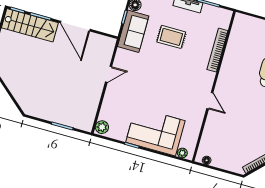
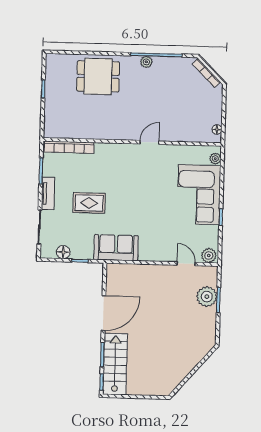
sofa: (133, 31) -> (116, 248), moved
rug: (171, 37) -> (89, 203), turned 90
bookcase: (217, 50) -> (69, 147), moved
door: (109, 74) -> (186, 264), moved
plant: (68, 117) -> (207, 297), added

